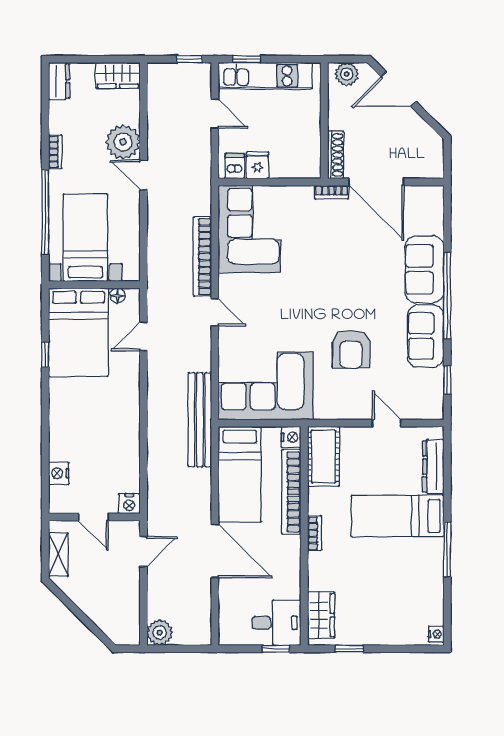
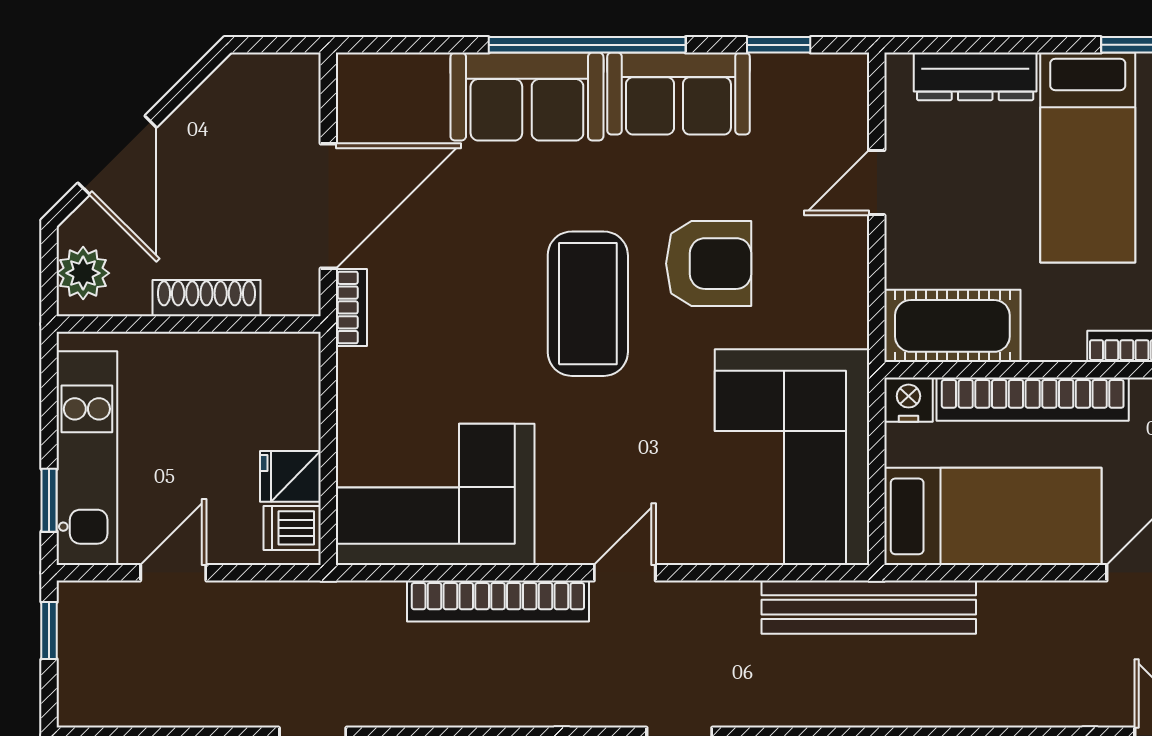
shoe rack: (336, 155) -> (206, 298), moved
coffee table: (333, 296) -> (588, 304), added

